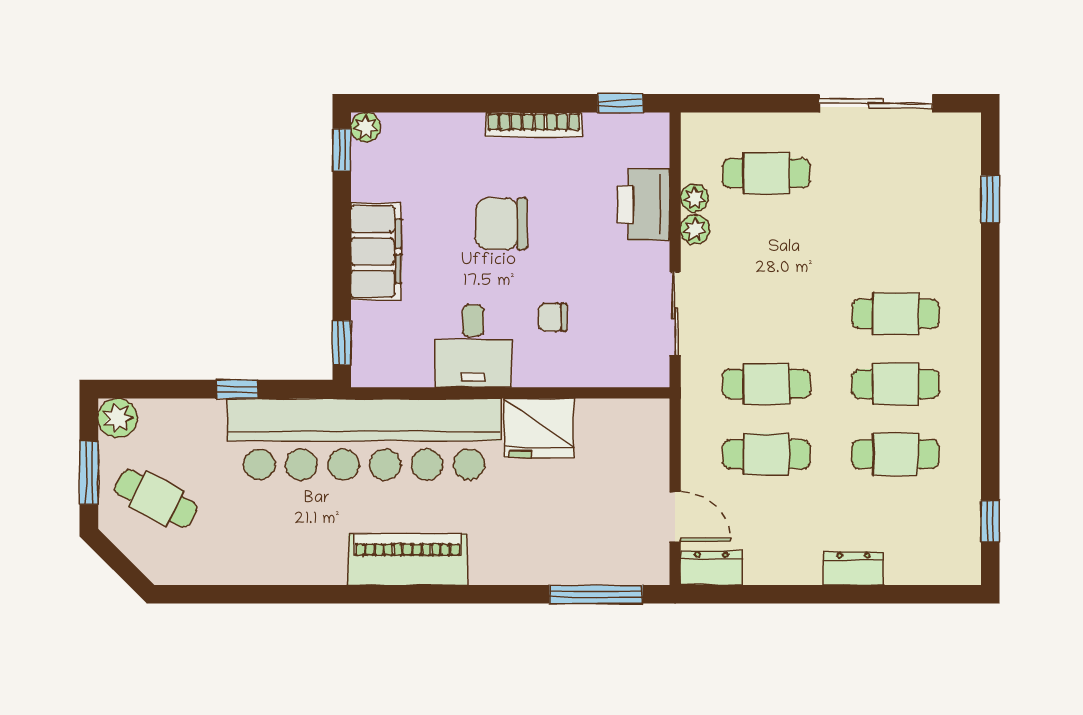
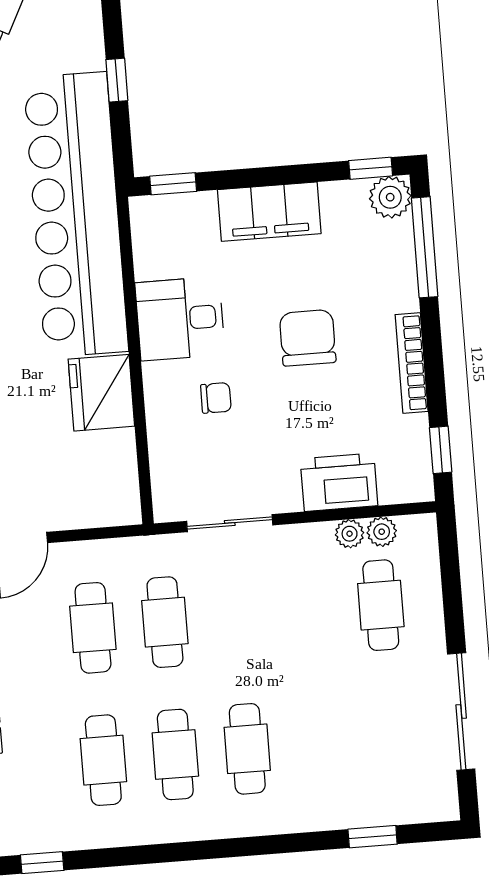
window: (422, 103) -> (425, 247), added
plant: (366, 127) -> (390, 197), width x1.38, depth x1.38
plant: (695, 229) -> (382, 532), moved
chair: (553, 317) -> (216, 398), turned 90

